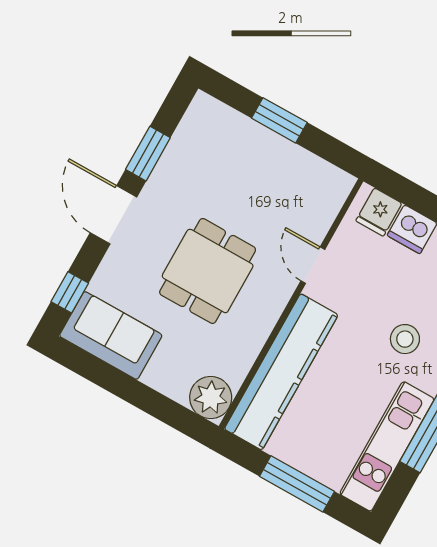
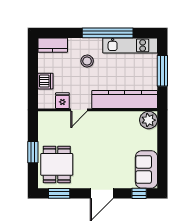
window: (148, 154) -> (59, 193), moved
fridge: (379, 212) -> (62, 101), moved, turned -90
dining table: (208, 271) -> (57, 164), moved, turned 90

